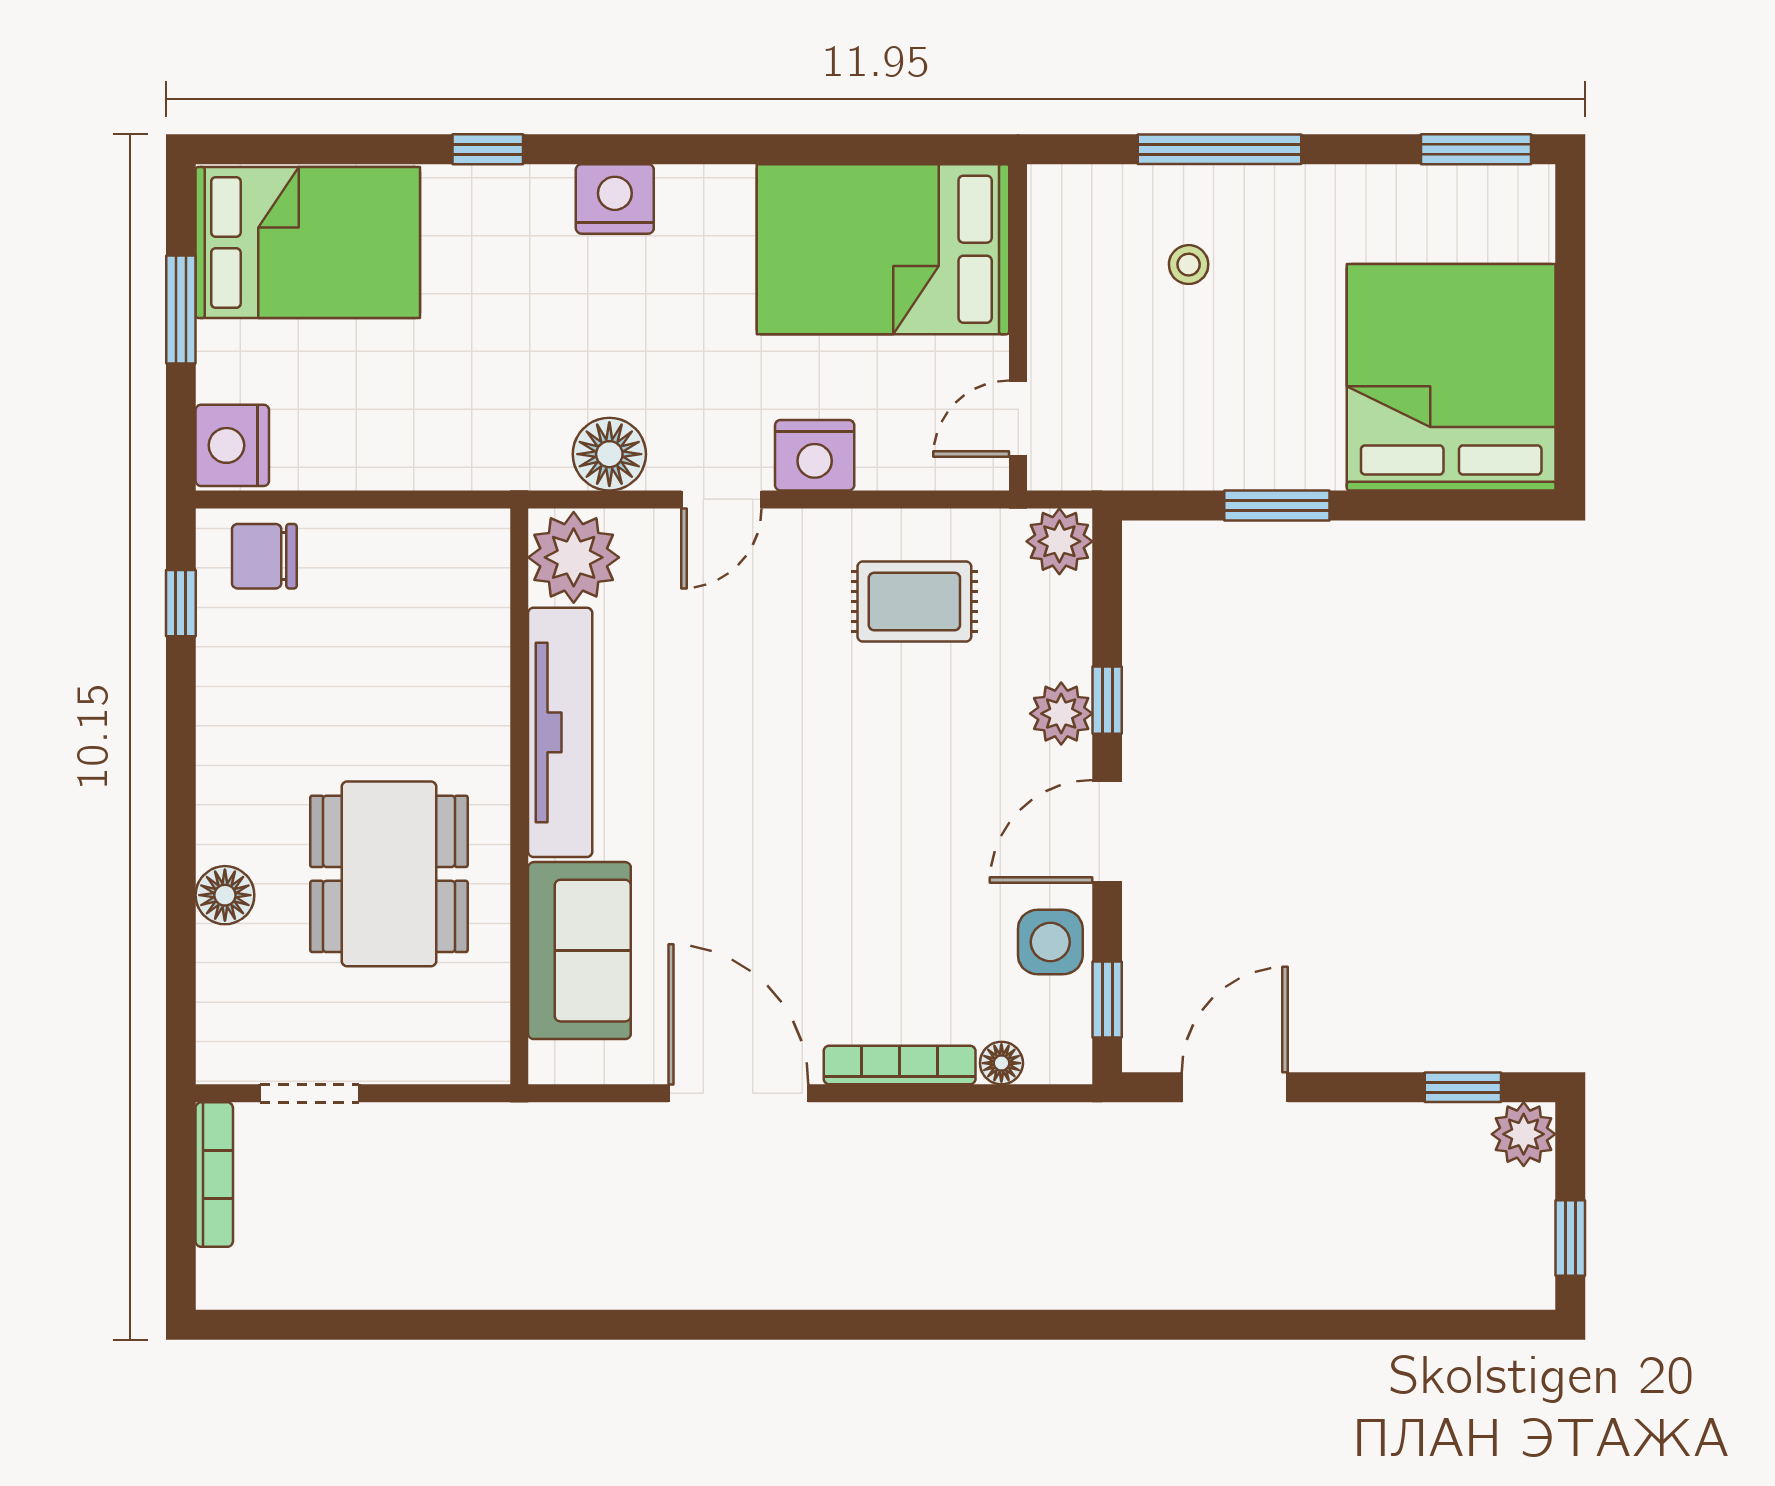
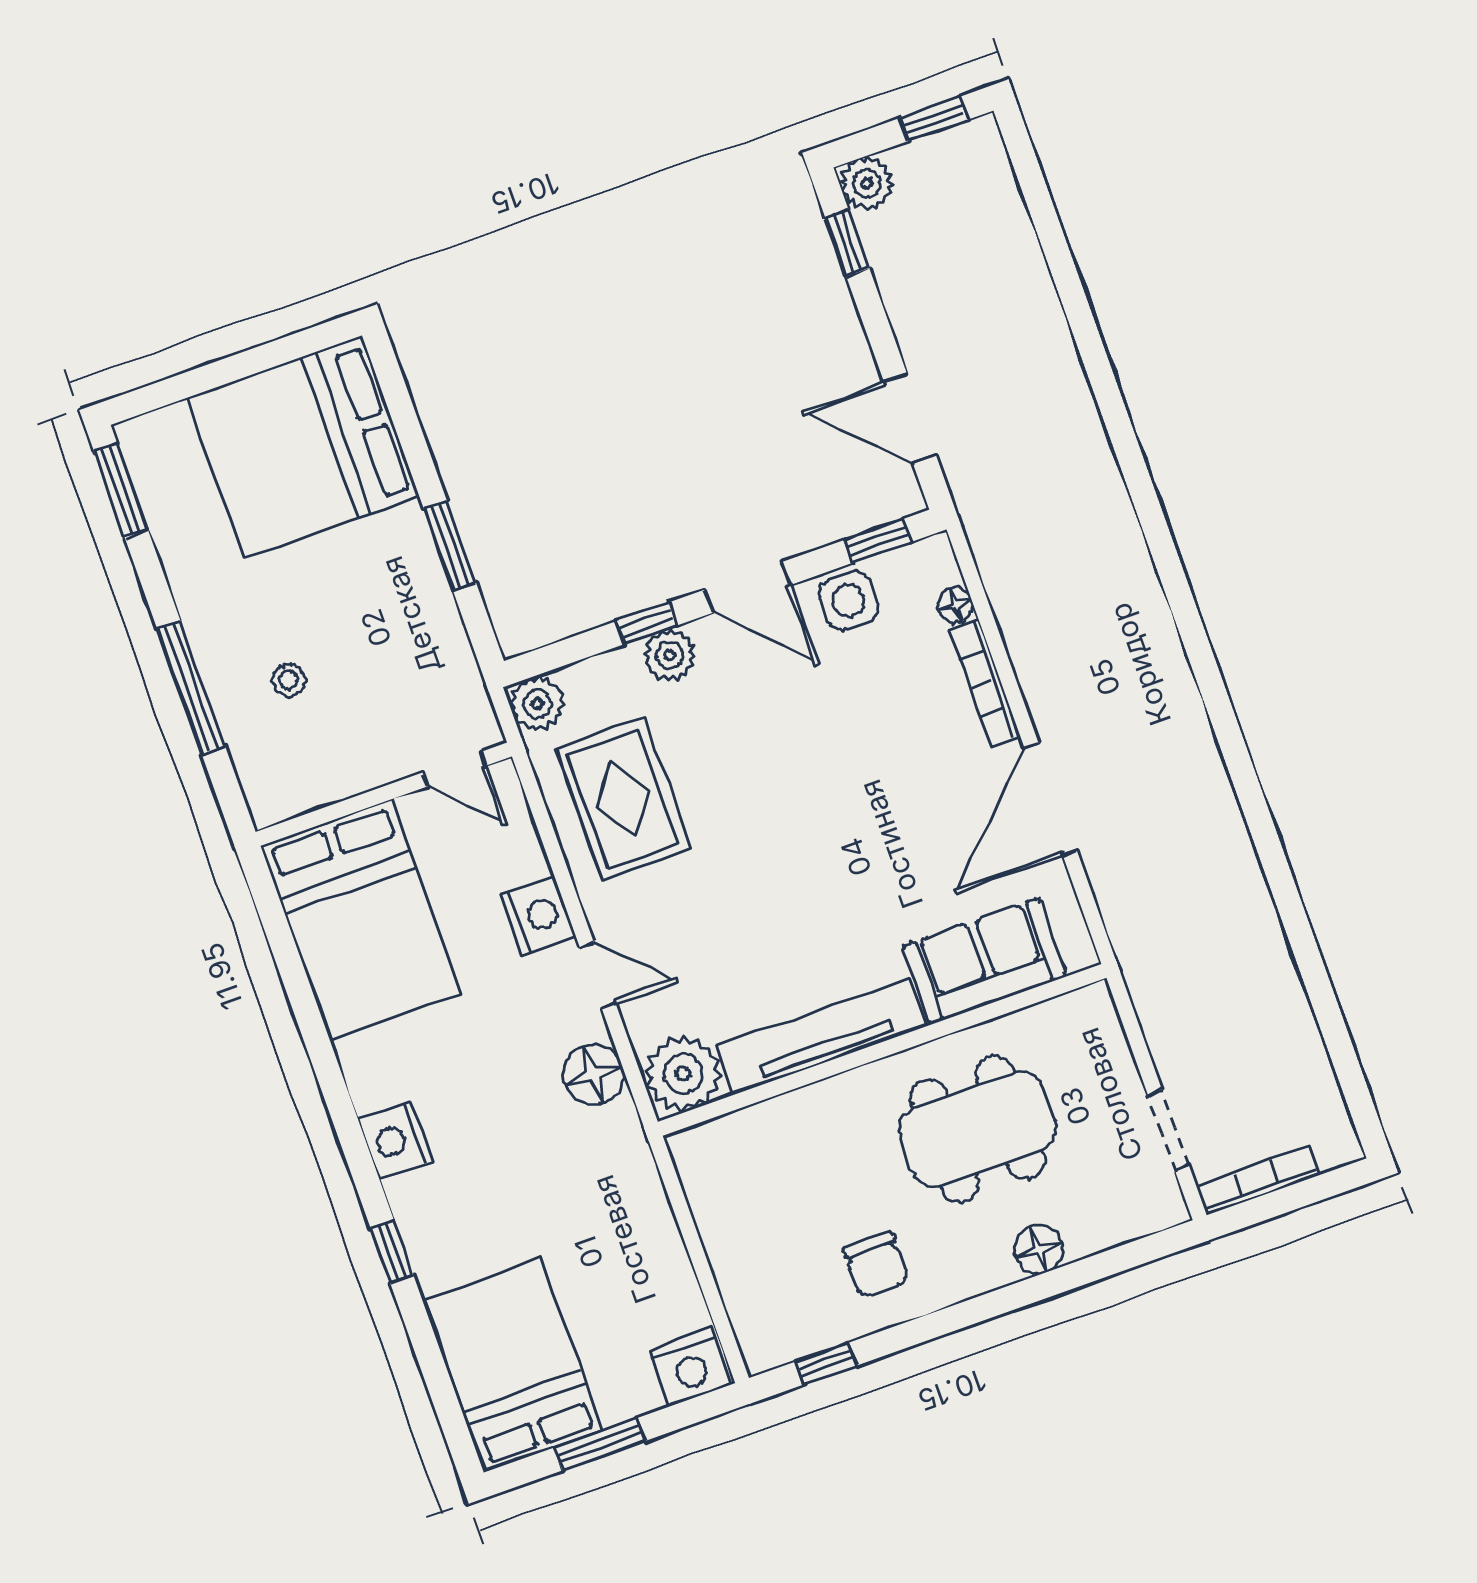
chair: (264, 556) -> (876, 1265), moved
rug: (914, 601) -> (623, 799), width x1.36, depth x1.43

